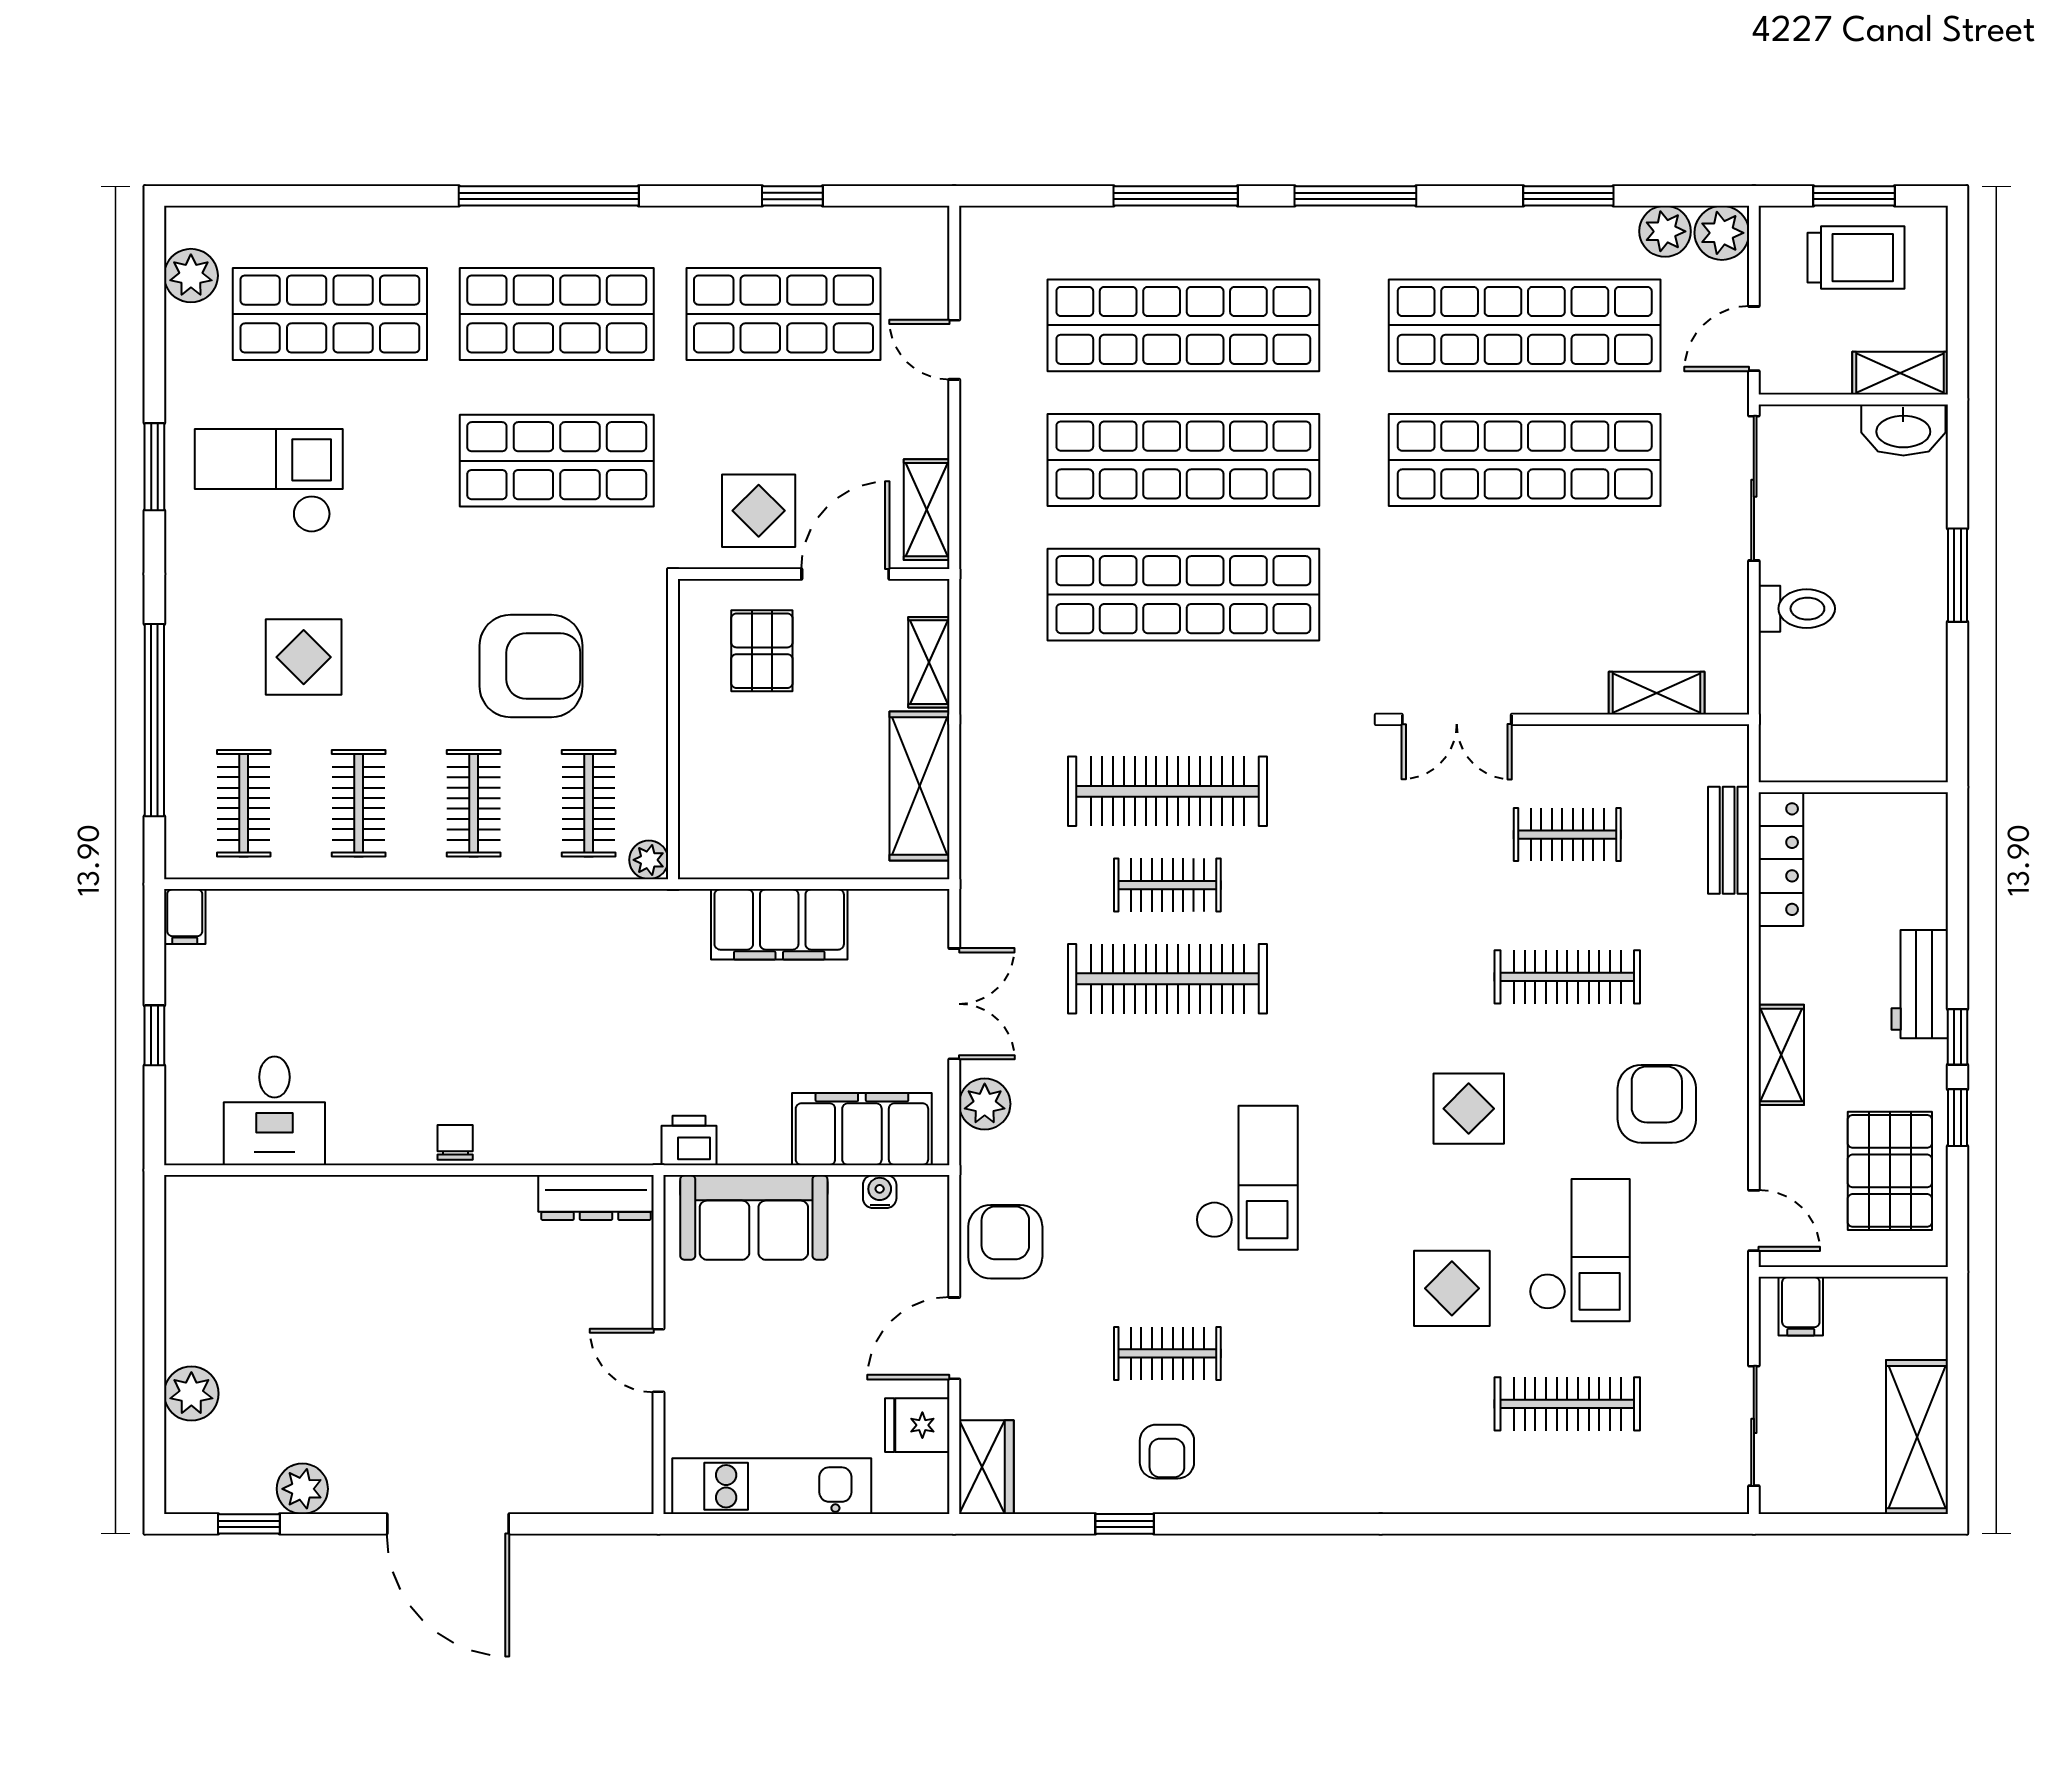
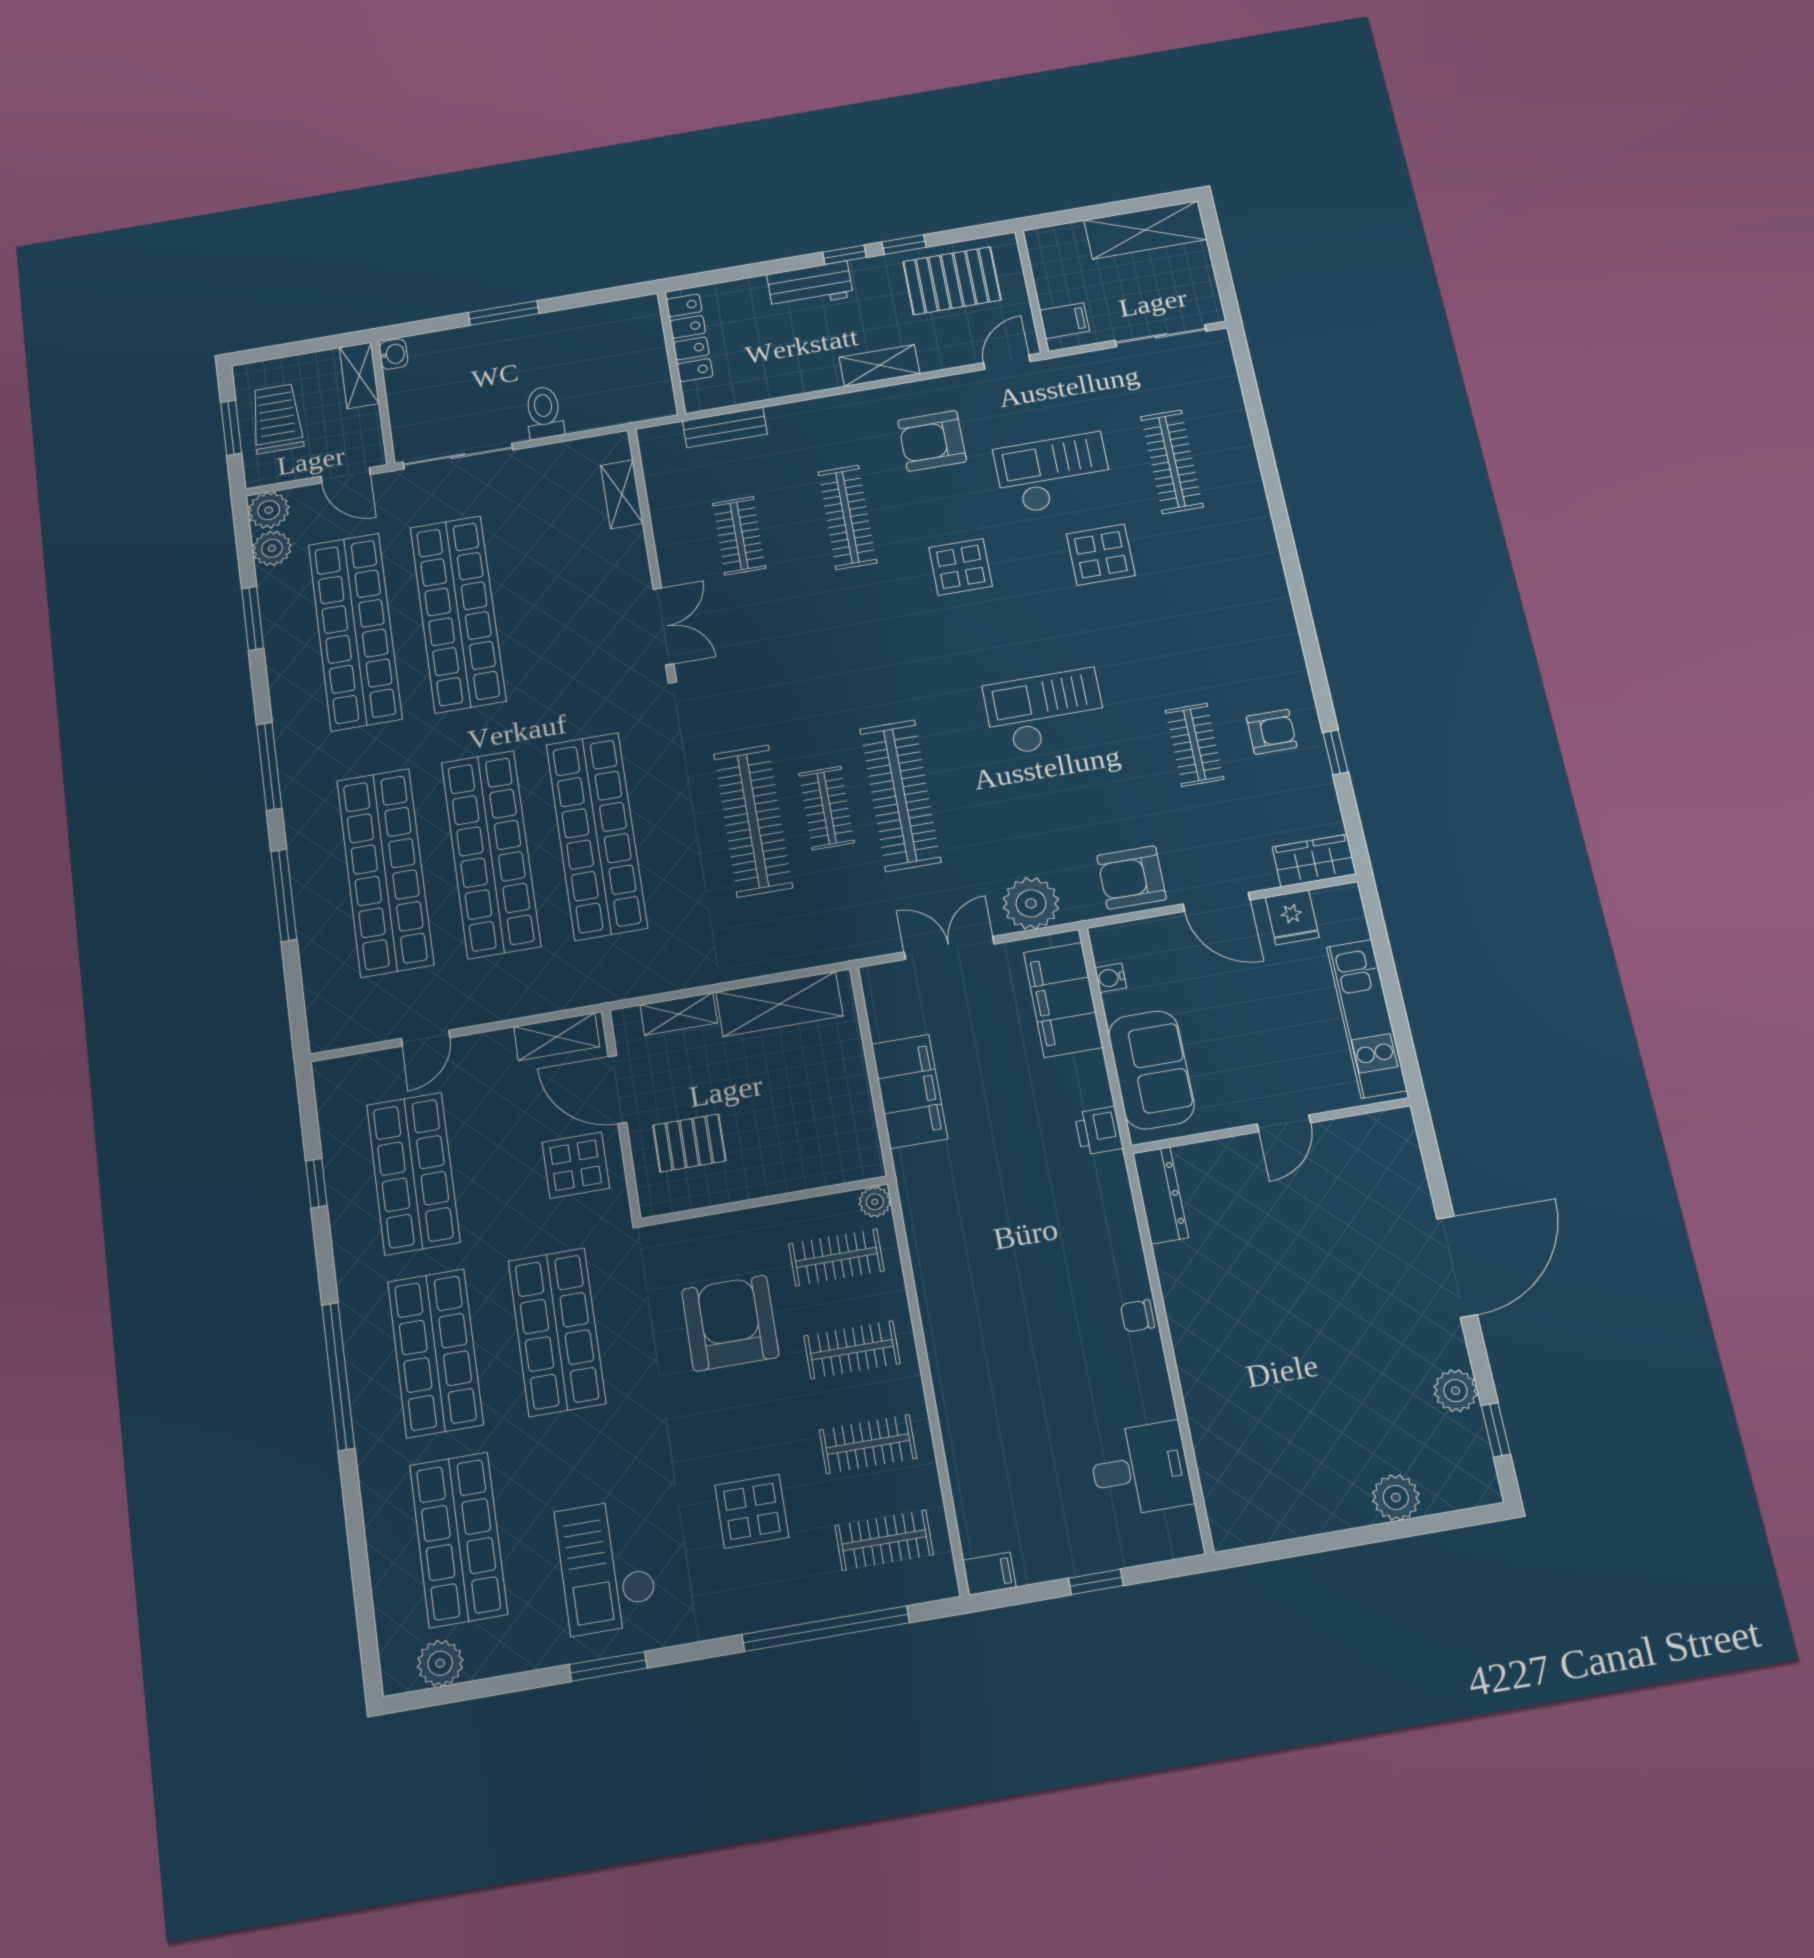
washbasin: (1903, 430) -> (394, 354), width x0.52, depth x0.69
locker: (1781, 859) -> (689, 338), moved, turned 90
plant: (985, 1104) -> (1031, 903), width x1.36, depth x1.36

